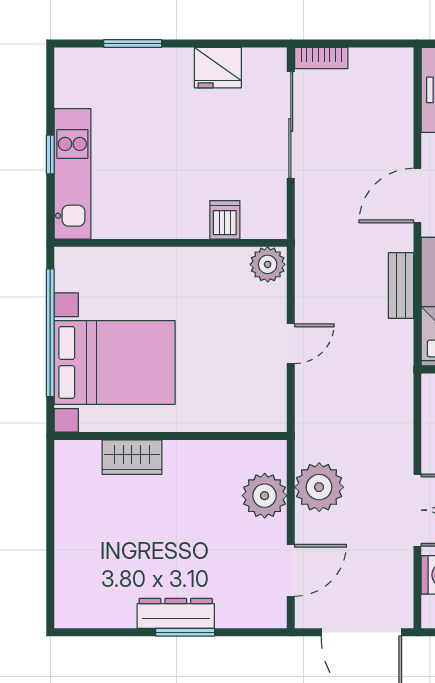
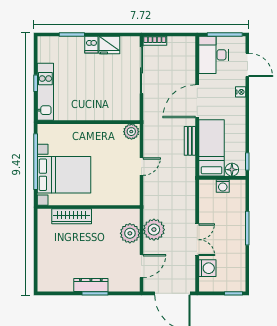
door: (417, 195) -> (197, 101), width x1.36
dishwasher: (225, 220) -> (91, 45), moved, turned 180
wardrobe: (132, 457) -> (72, 216), width x1.50

